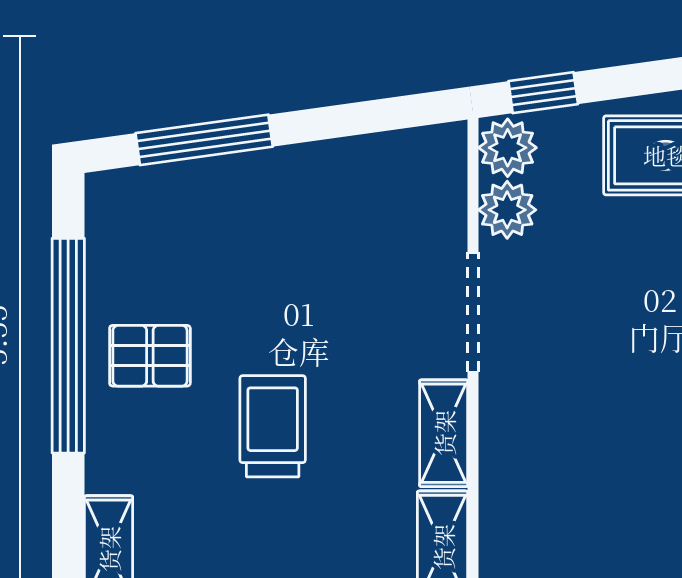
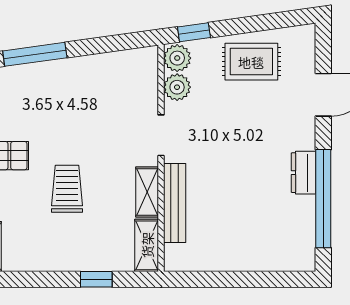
doorway: (473, 312) -> (161, 135), width x0.73
bench: (502, 457) -> (175, 203), added

